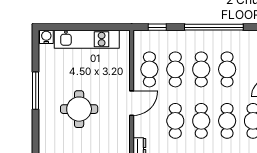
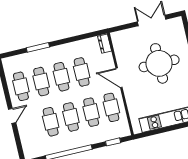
door: (132, 103) -> (119, 78), hinge flipped
round table: (79, 109) -> (159, 63), width x1.36, depth x1.36

